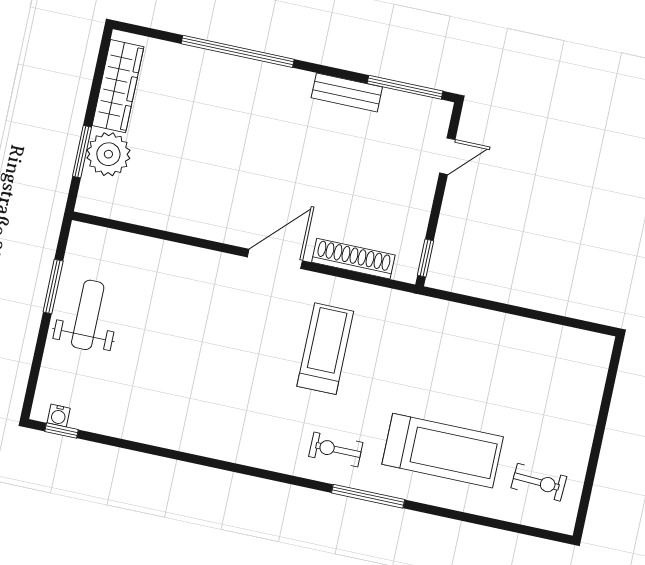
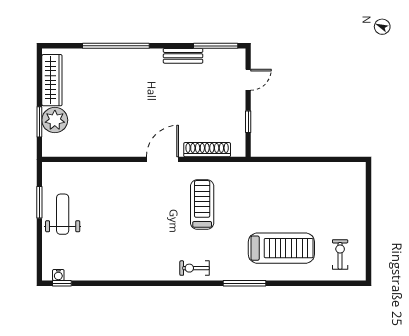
window: (425, 258) -> (248, 122), moved
exercise bike: (336, 449) -> (195, 268), moved
exercise bike: (539, 482) -> (340, 254), turned -93

